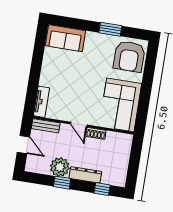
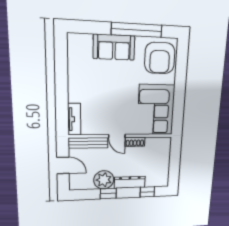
window: (110, 29) -> (137, 30), width x2.11
sofa: (65, 38) -> (114, 47), moved
bench: (46, 126) -> (88, 143), width x1.36

